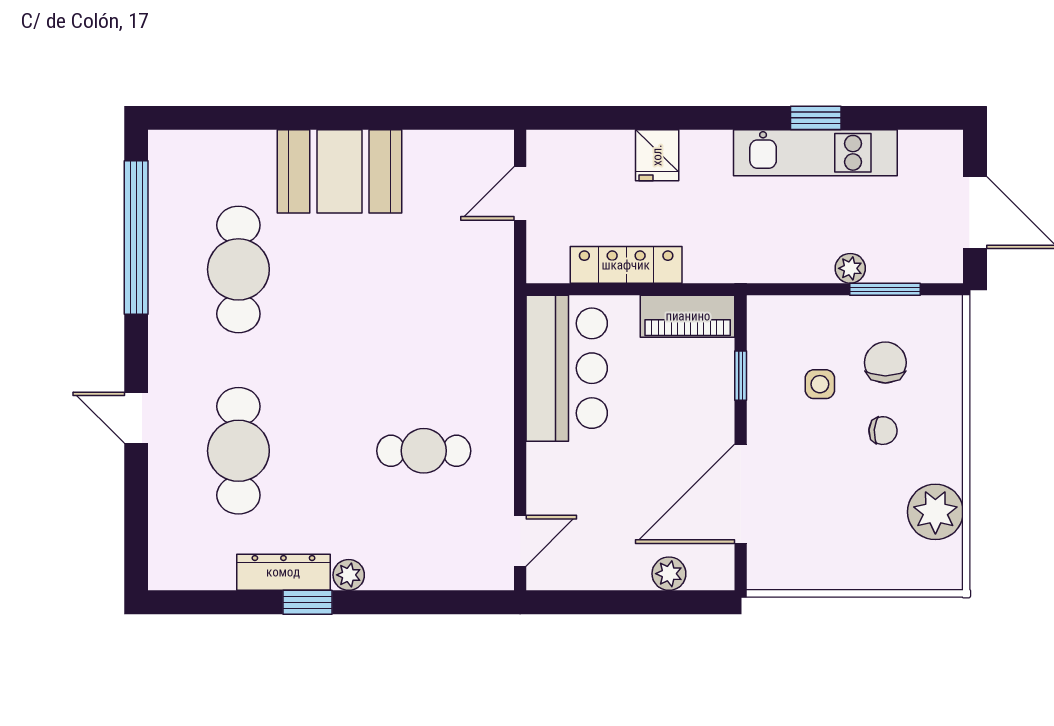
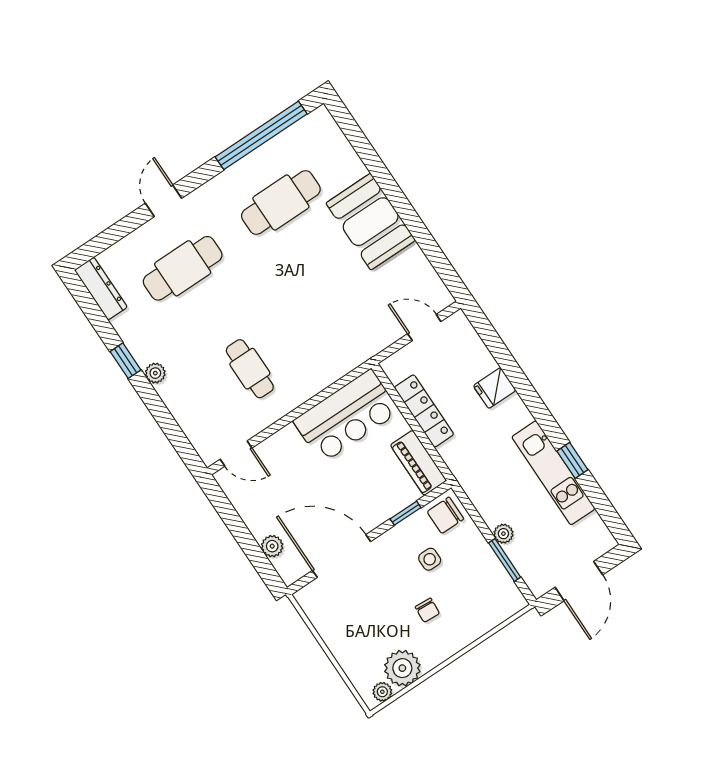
chair: (885, 363) -> (445, 515), moved, turned 180
plant: (948, 558) -> (382, 692), added
dresser: (283, 572) -> (101, 289), moved

